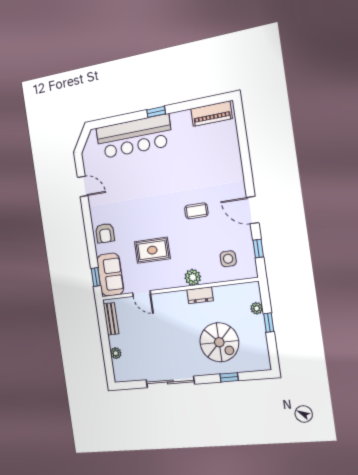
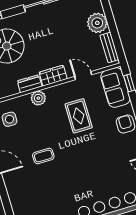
rug: (152, 250) -> (79, 116), turned 90
wardrobe: (173, 300) -> (53, 76), added
plant: (116, 353) -> (97, 23), width x1.87, depth x1.87

